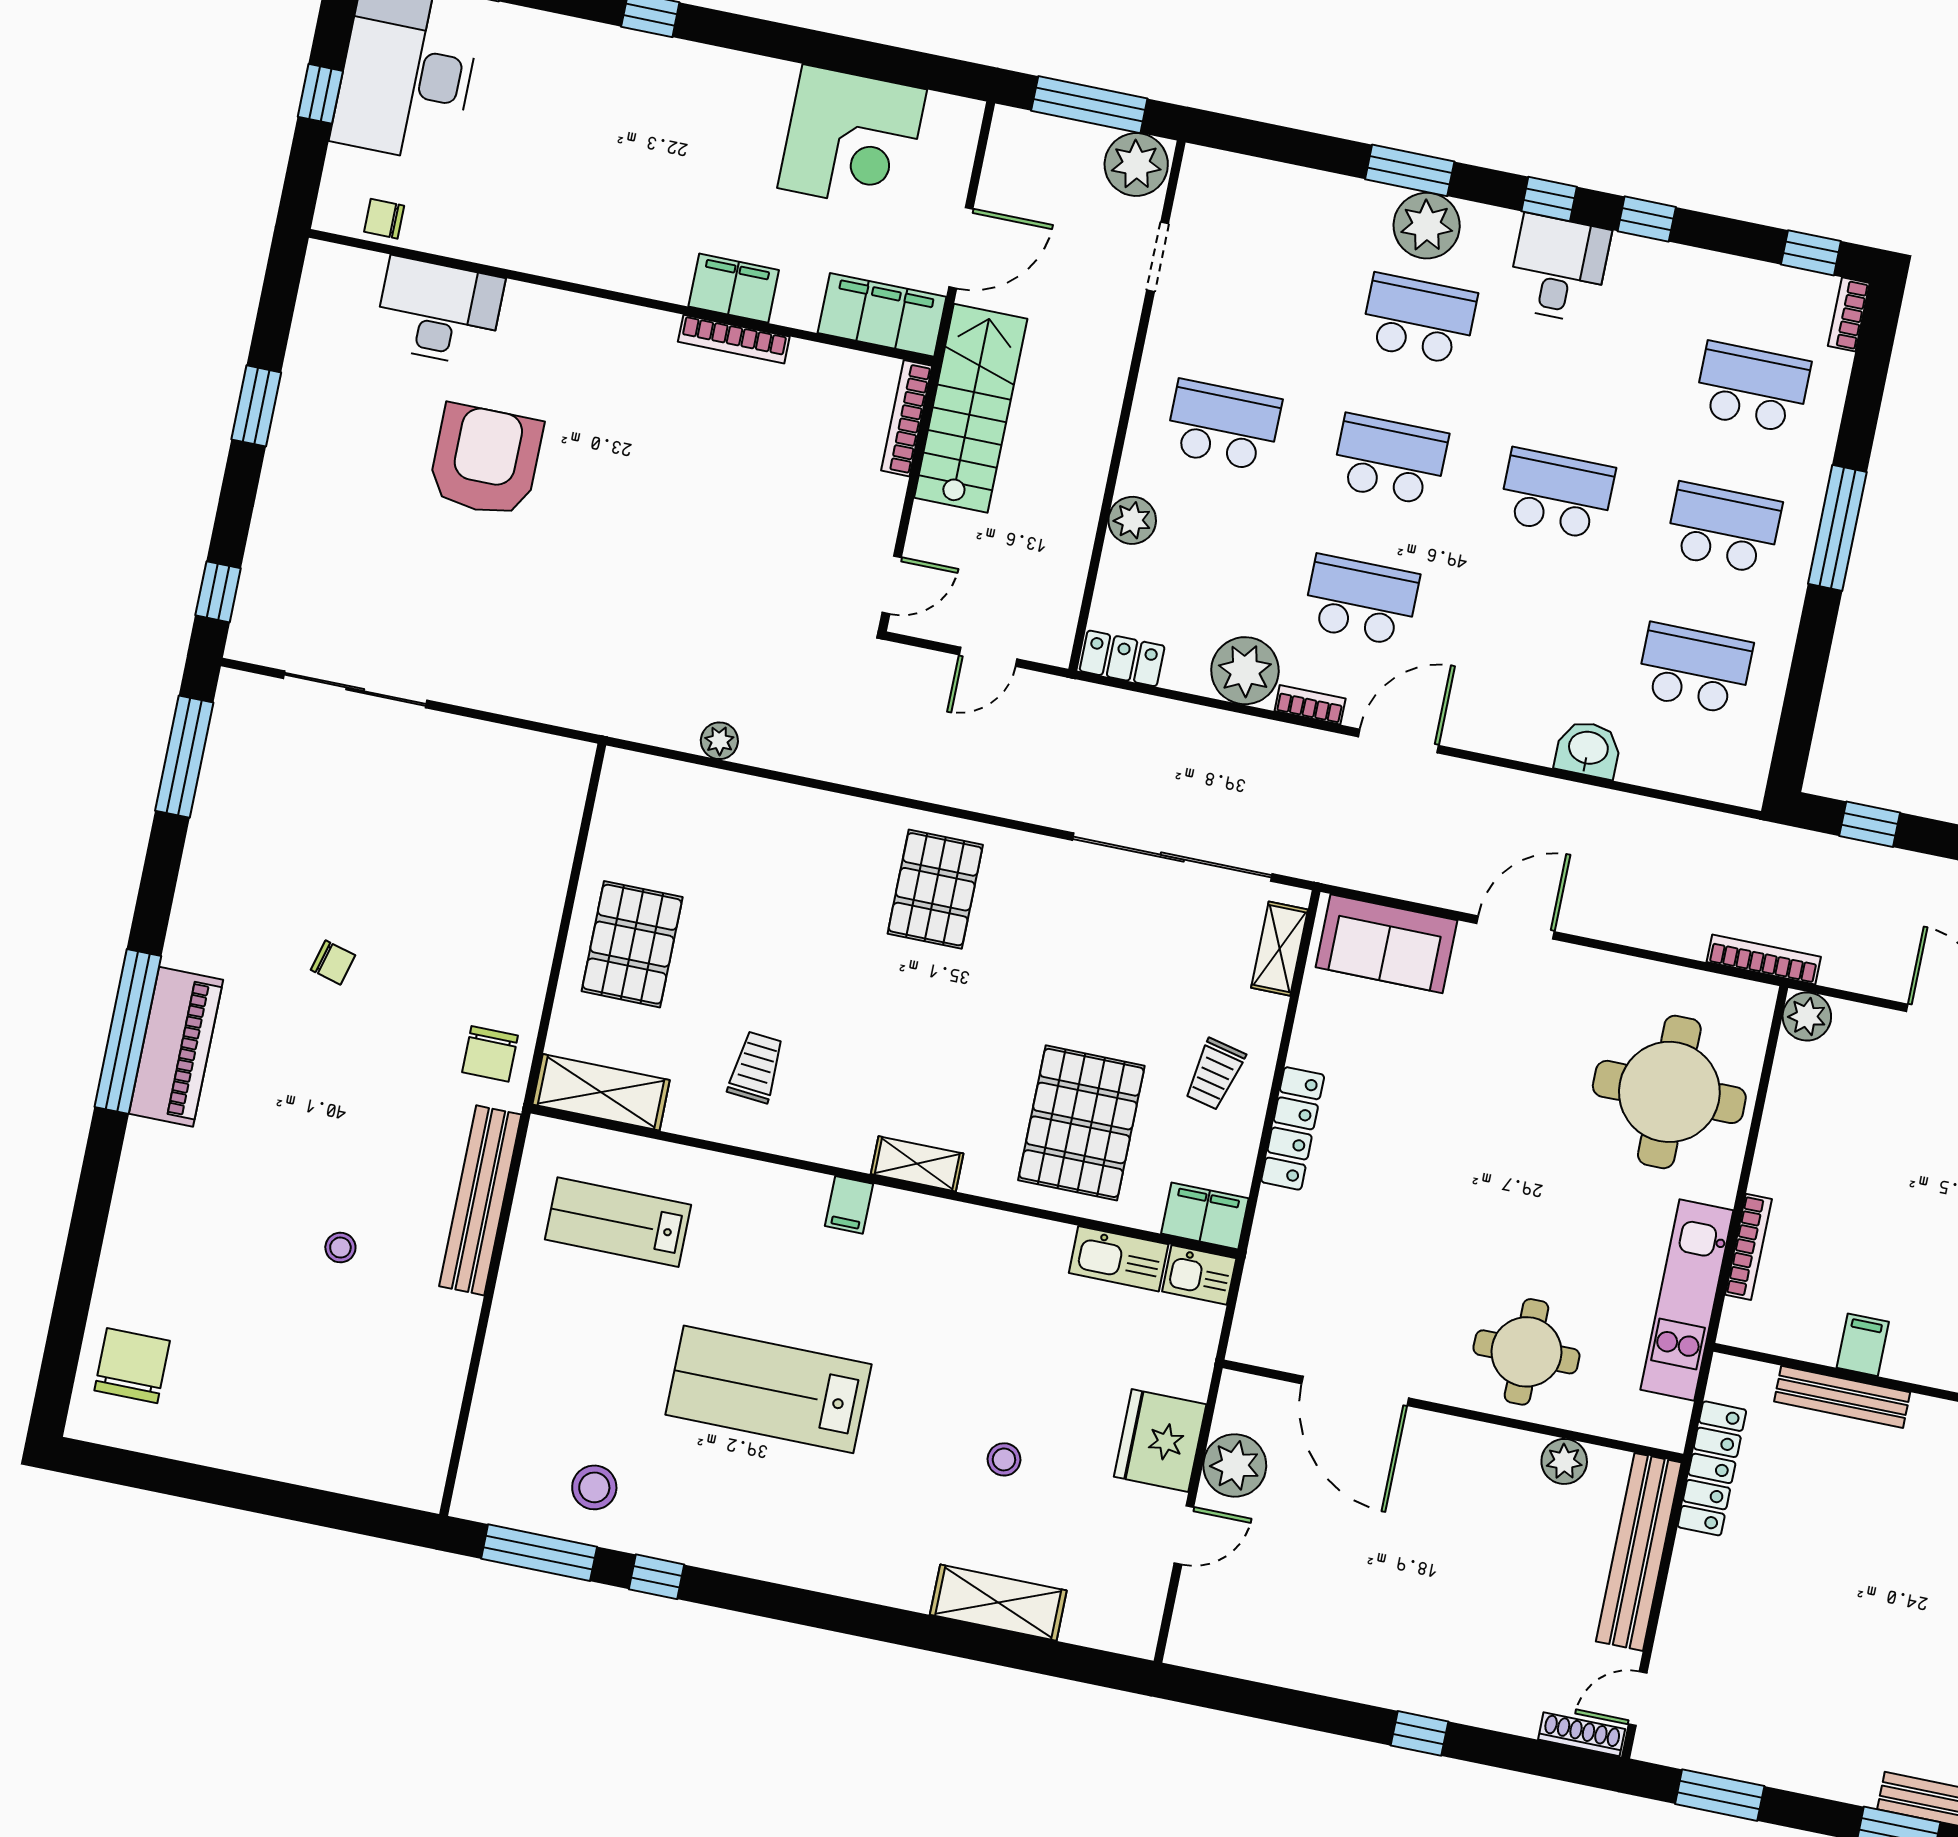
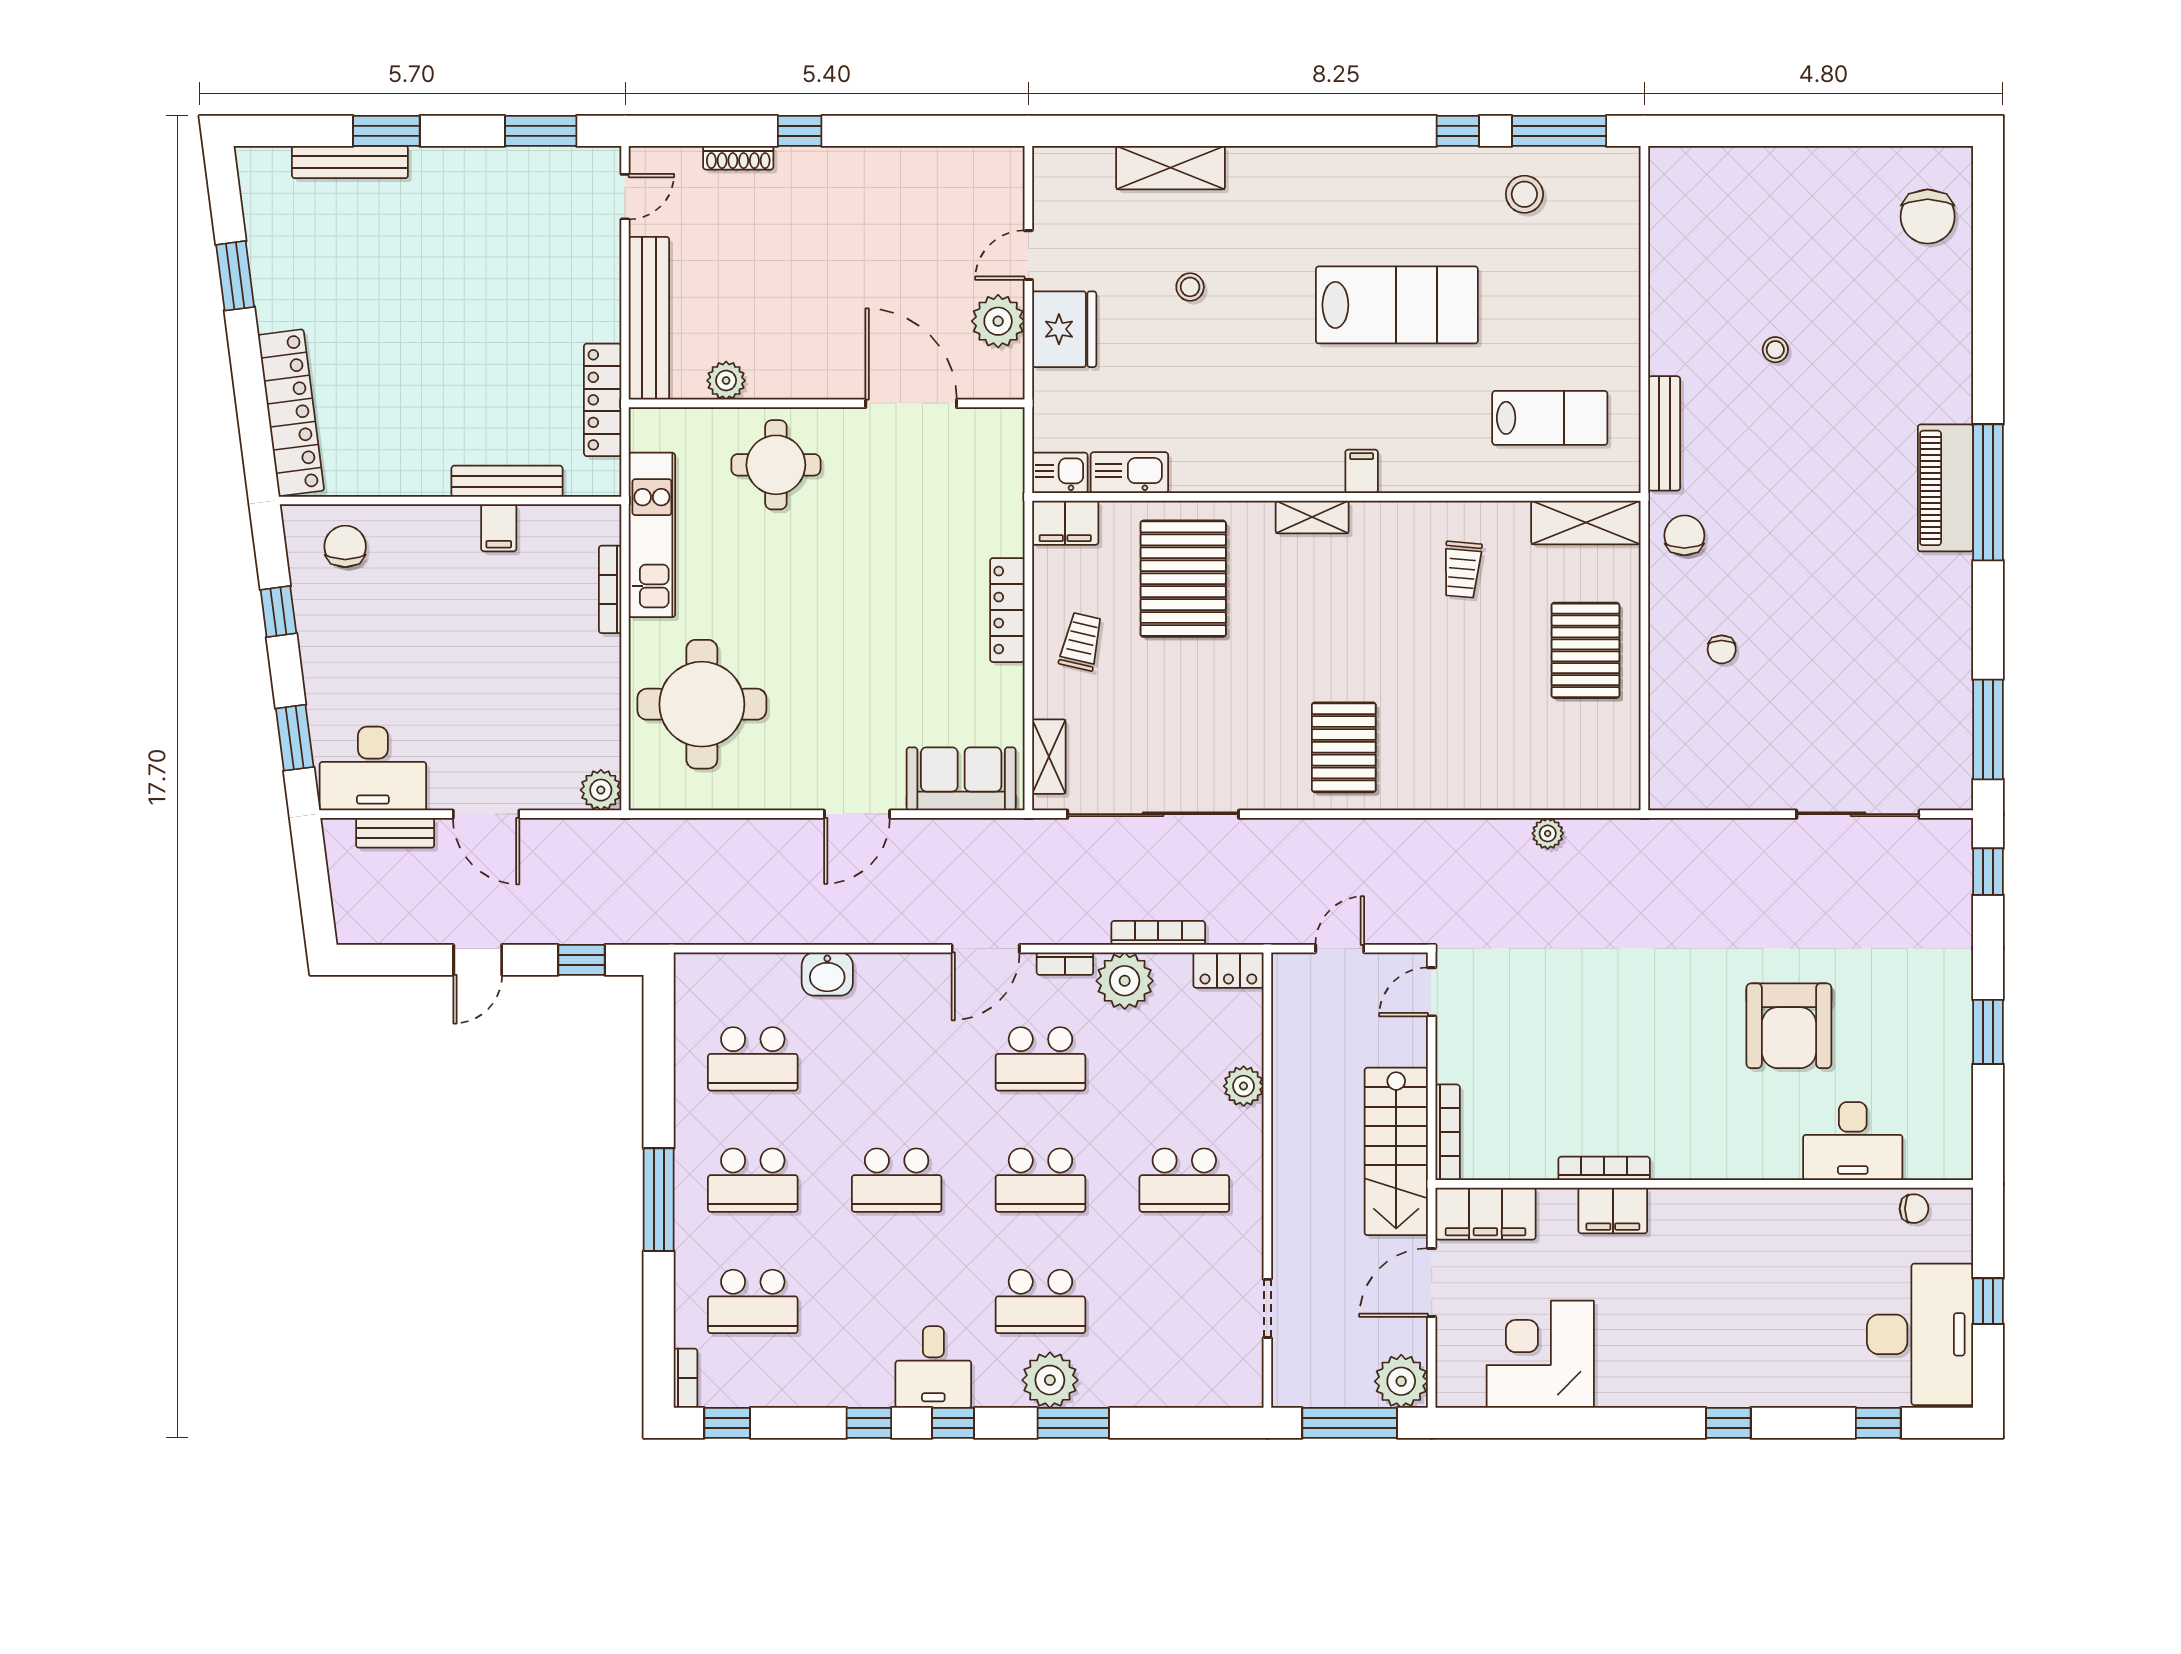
plant: (1136, 165) -> (1401, 1381), moved
bookcase: (1764, 959) -> (1158, 933), moved, turned 180
chair: (333, 962) -> (1722, 649), moved, turned -105
bench: (480, 1200) -> (1664, 433), width x0.73, depth x0.82
shoe rack: (1582, 1734) -> (738, 158), moved

